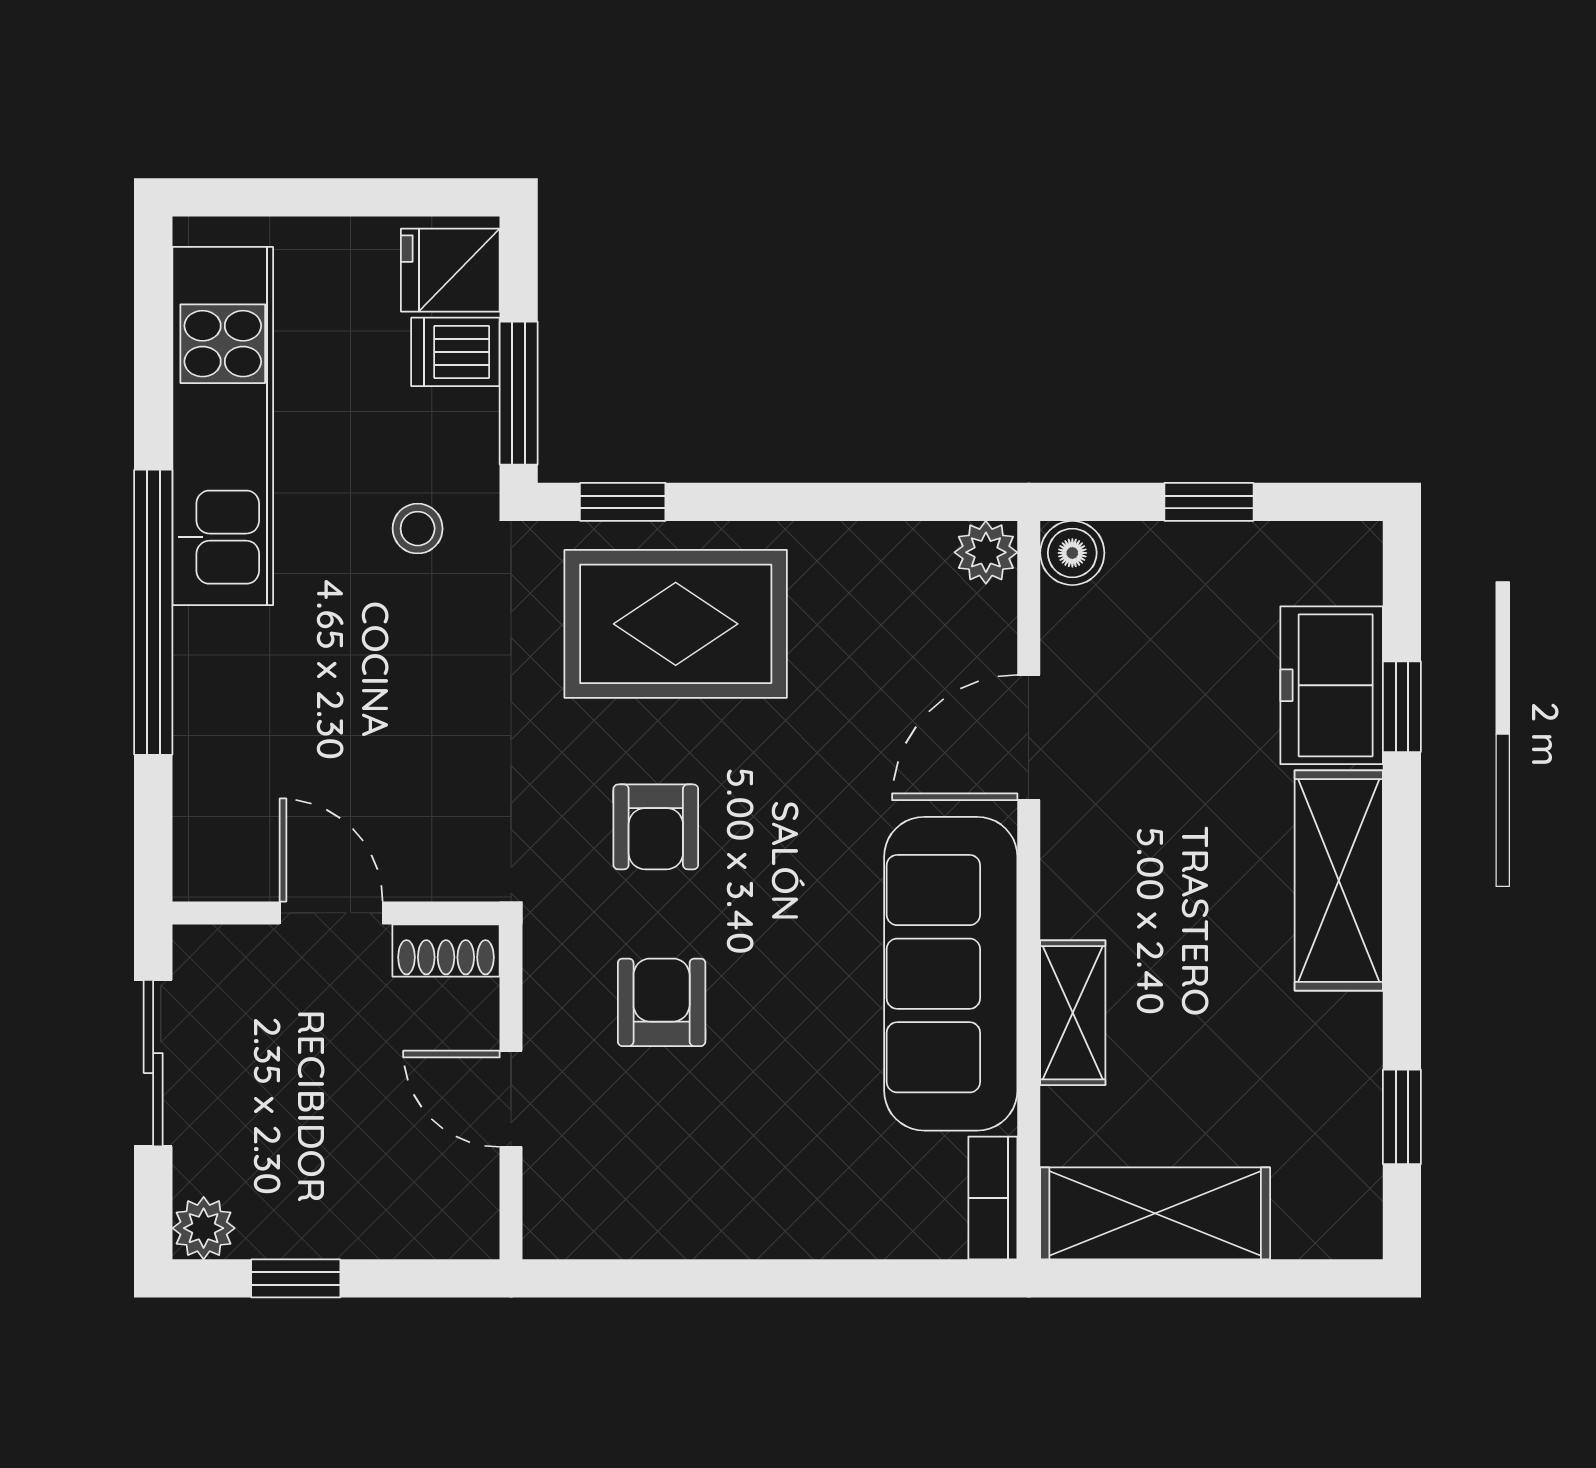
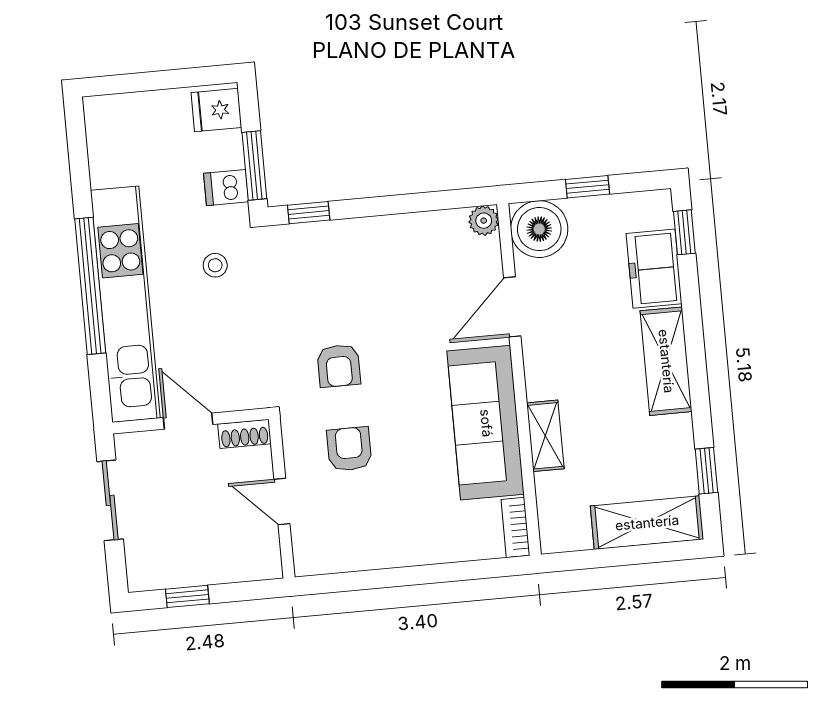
dishwasher: (455, 352) -> (226, 188), moved
kitchen unit: (223, 426) -> (125, 304), moved, width x1.36
stool: (418, 529) -> (215, 265), moved
boiler: (1072, 553) -> (539, 229), width x1.86, depth x1.86
rug: (676, 624) -> (339, 268), removed
window: (1402, 707) -> (684, 232), moved
shelving: (1155, 1213) -> (647, 523), moved
plant: (204, 1228) -> (141, 577), removed

